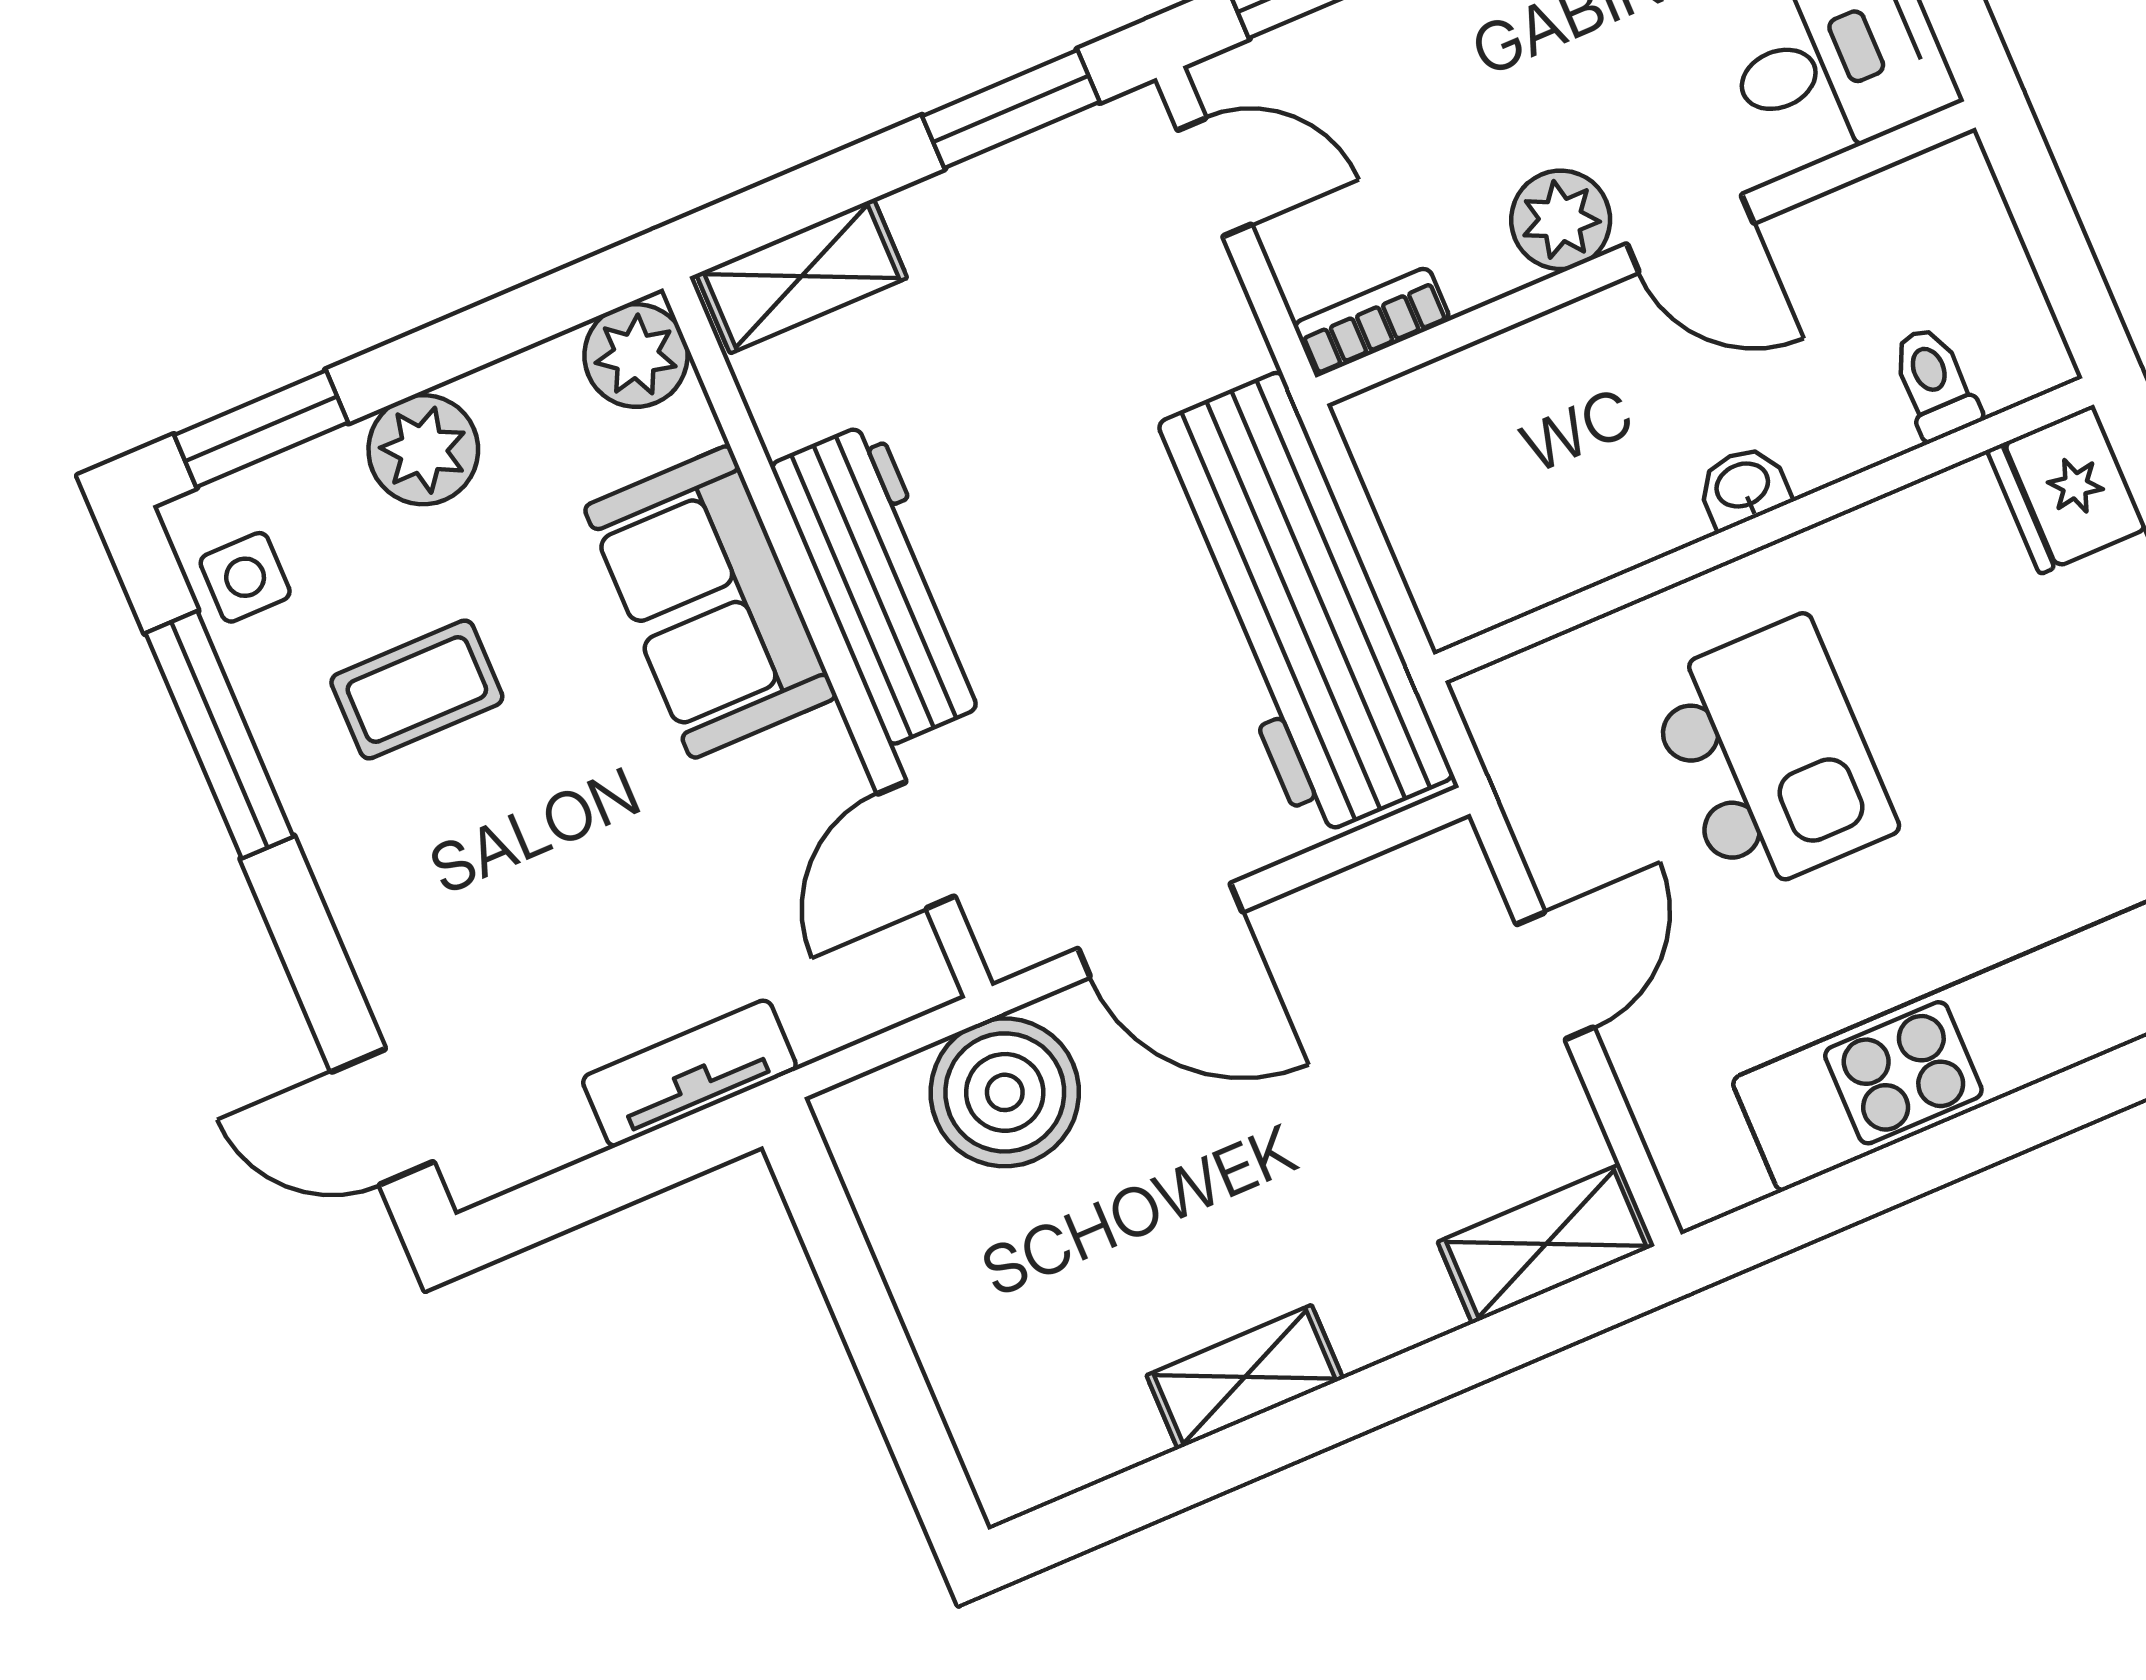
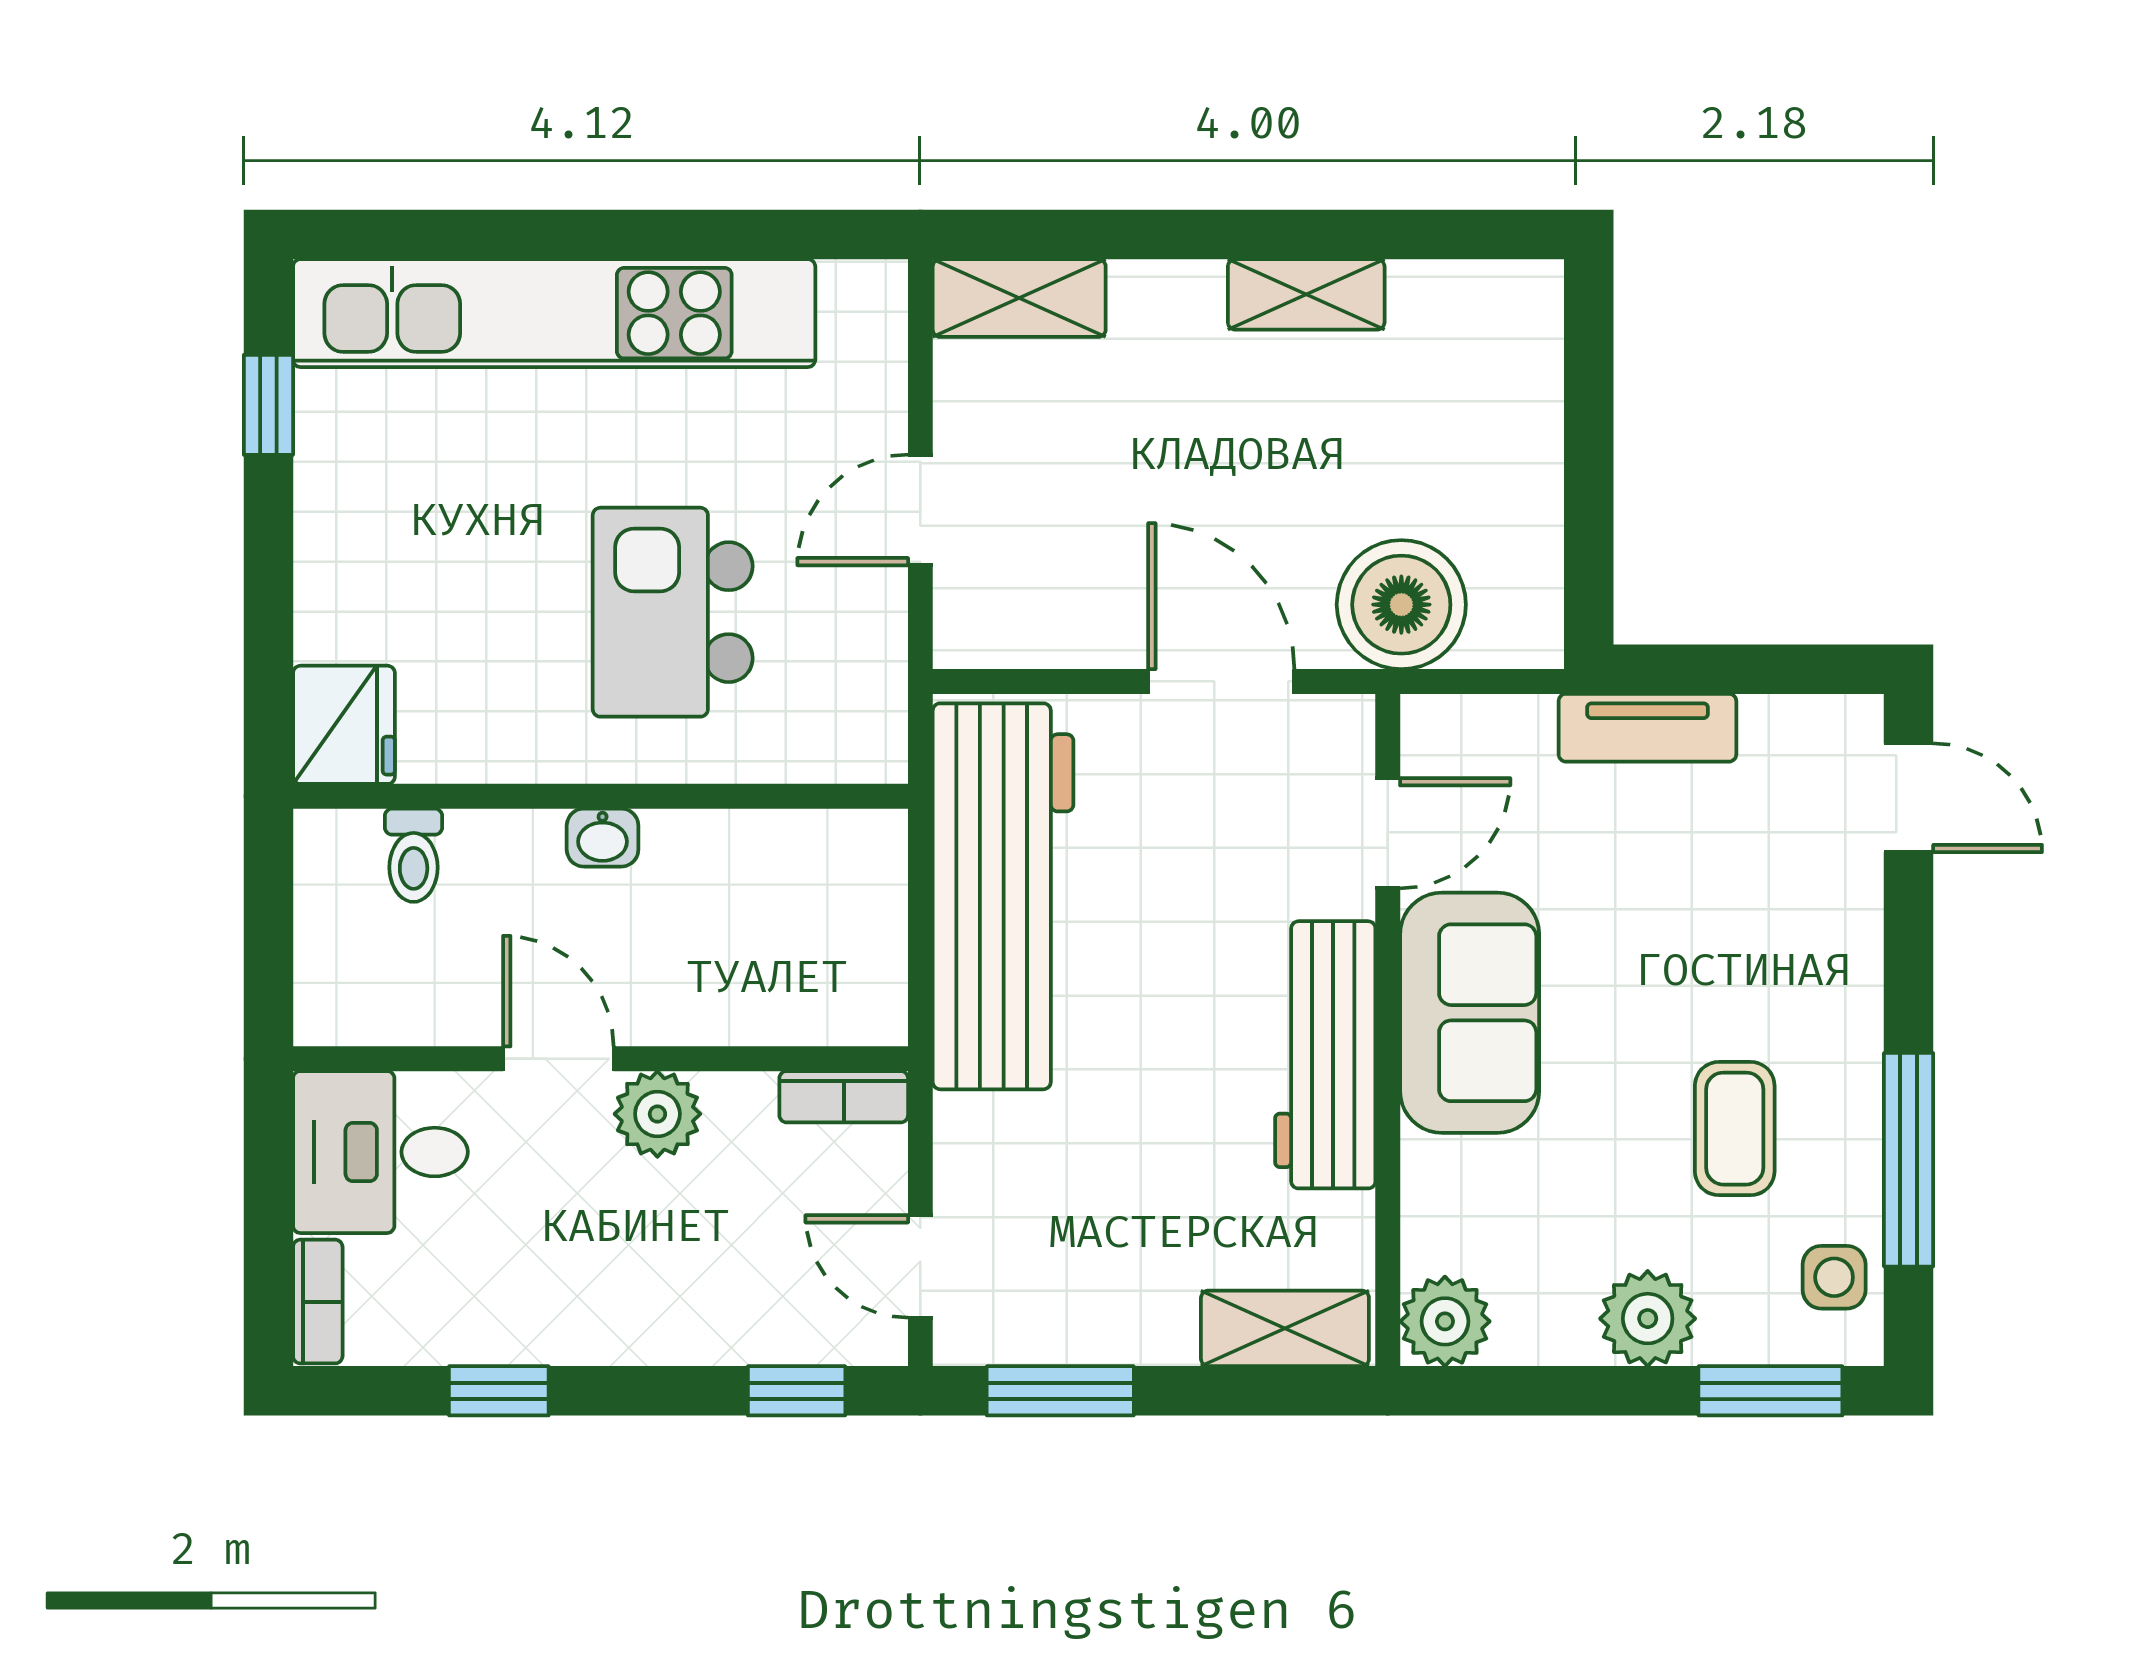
sofa: (710, 602) -> (1470, 1013), moved
coffee table: (417, 689) -> (1735, 1129), turned 90

